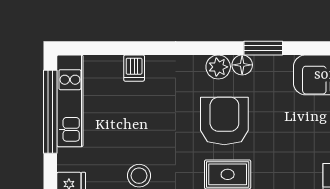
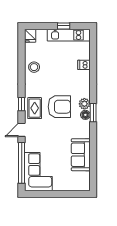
window: (263, 48) -> (93, 113), moved
window: (50, 112) -> (64, 26), width x0.32

